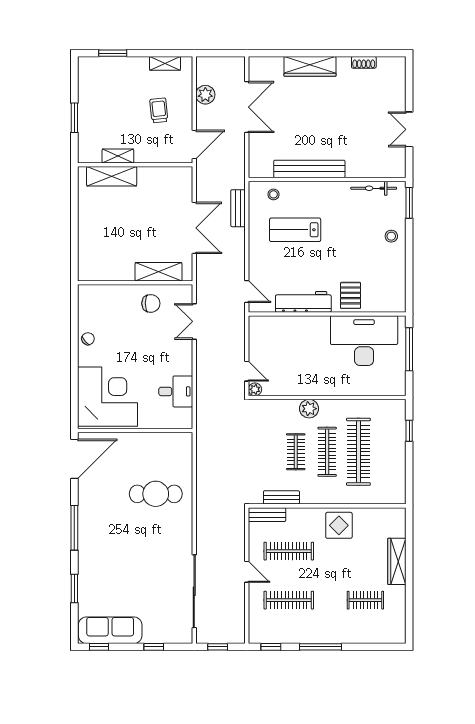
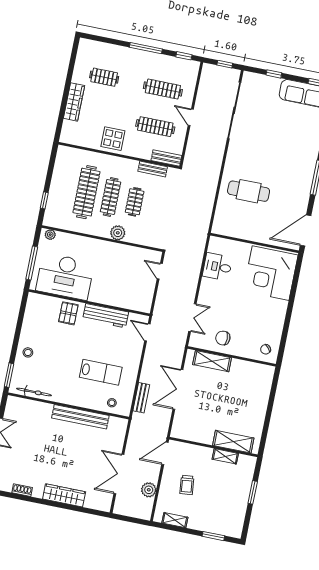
chair: (88, 339) -> (266, 349), moved
plant: (255, 389) -> (50, 235), moved

